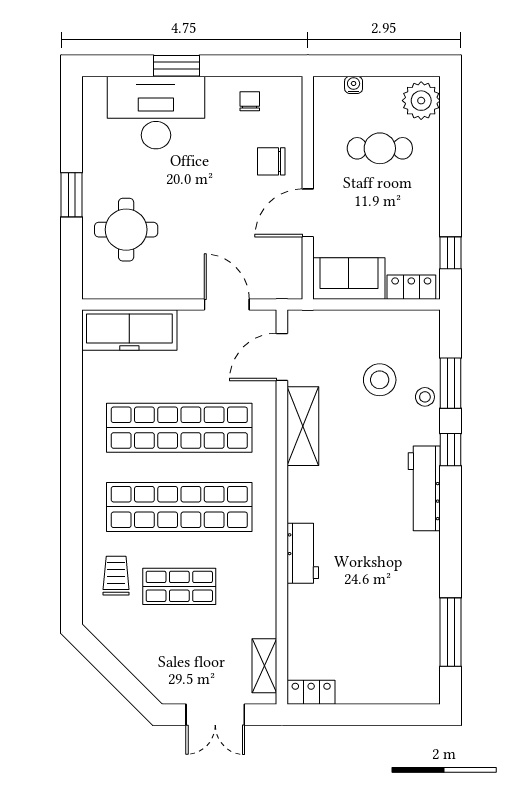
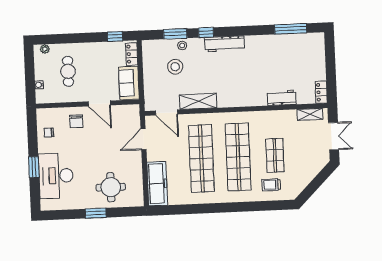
plant: (421, 101) -> (45, 49), width x0.53, depth x0.53
workbench: (303, 553) -> (282, 98), moved

